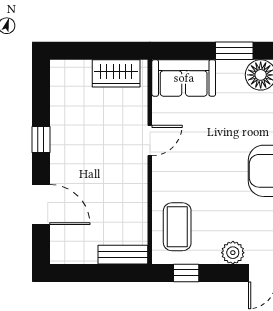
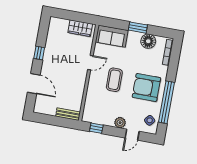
coffee table: (177, 227) -> (114, 80), moved

